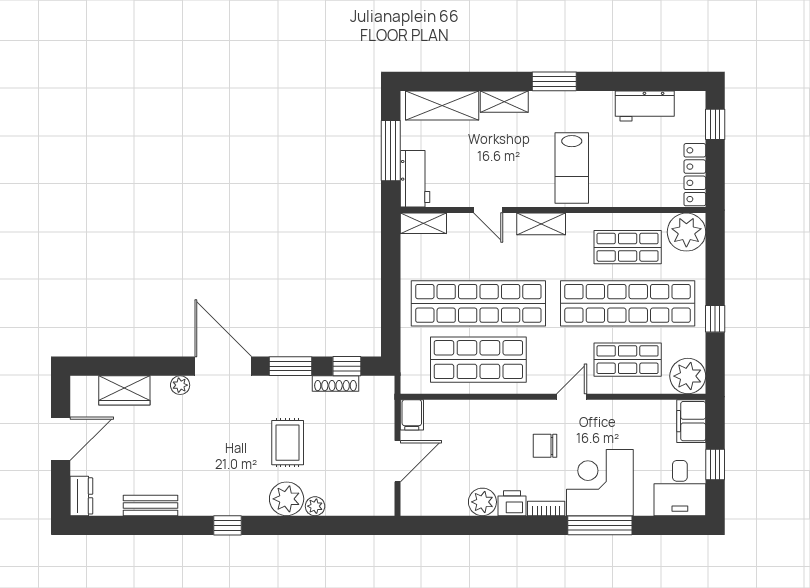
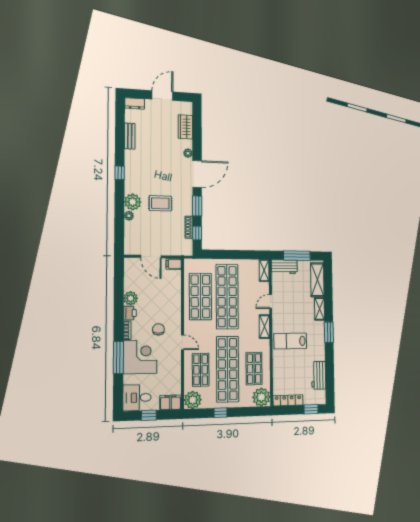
door: (61, 439) -> (162, 95), swing flipped

